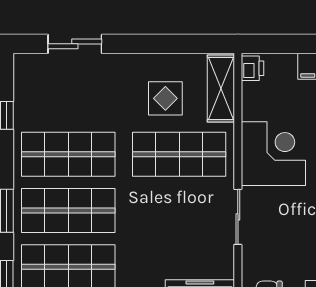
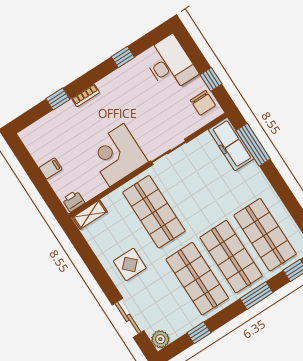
plant: (25, 66) -> (160, 339), added
shelving: (221, 89) -> (90, 215), width x0.67, depth x0.75
display table: (165, 98) -> (130, 264), moved

